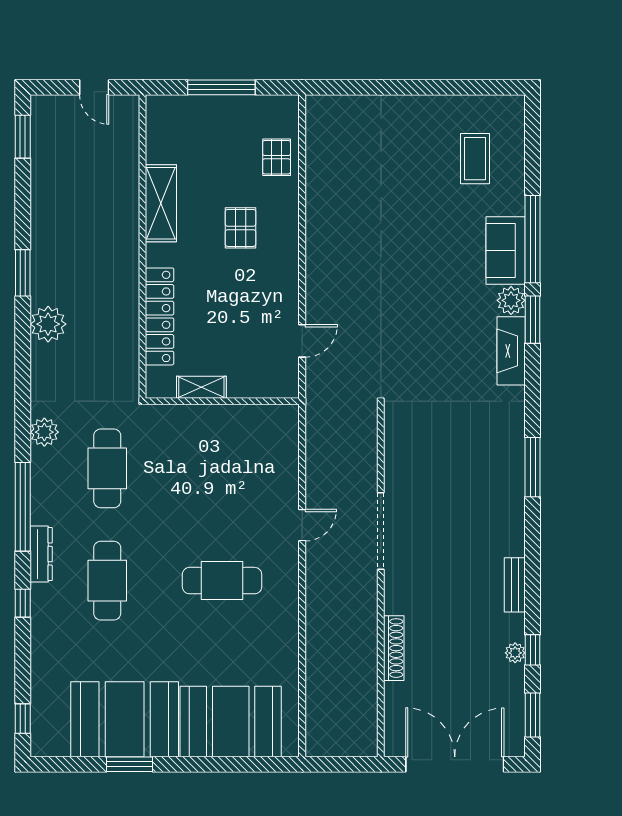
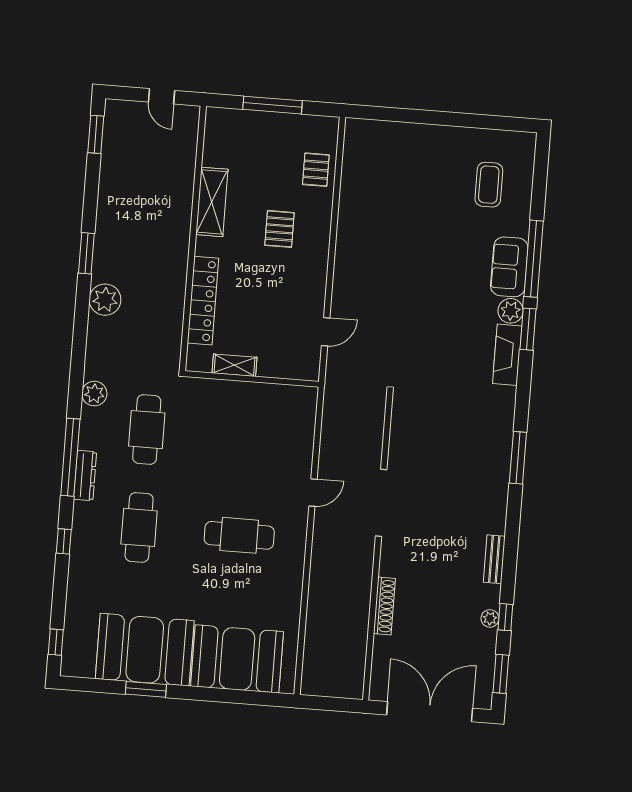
dresser: (41, 554) -> (85, 476), moved

